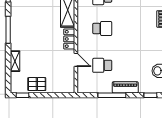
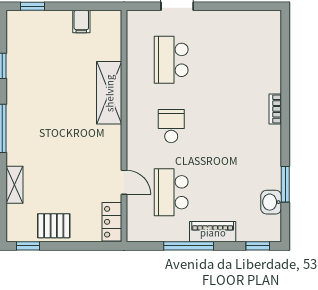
school desk: (102, 28) -> (171, 126), turned -90
locker: (69, 39) -> (112, 222), moved
school desk: (102, 65) -> (171, 192), width x1.85

